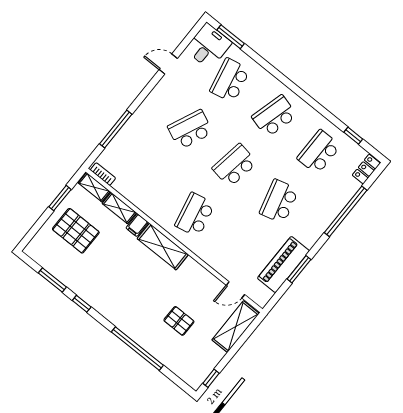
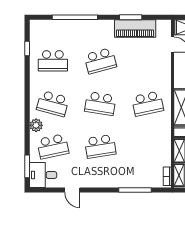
plant: (266, 80) -> (36, 125), added
school desk: (190, 130) -> (100, 146), turned -33
locker: (366, 169) -> (40, 25), removed

